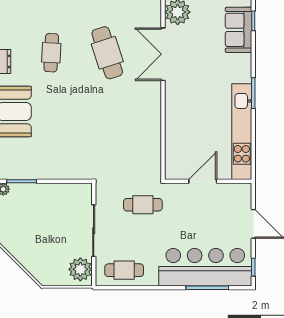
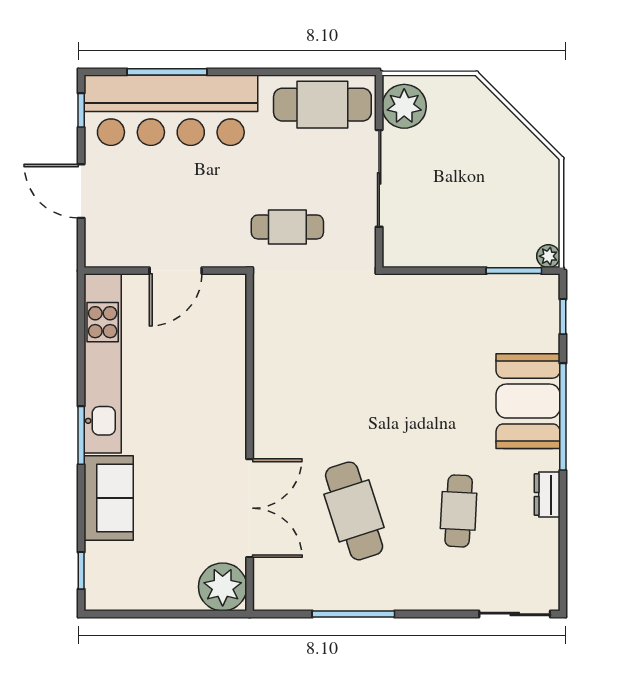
sofa: (239, 30) -> (109, 498), moved
cafe table: (124, 270) -> (322, 105), width x1.37, depth x1.35

